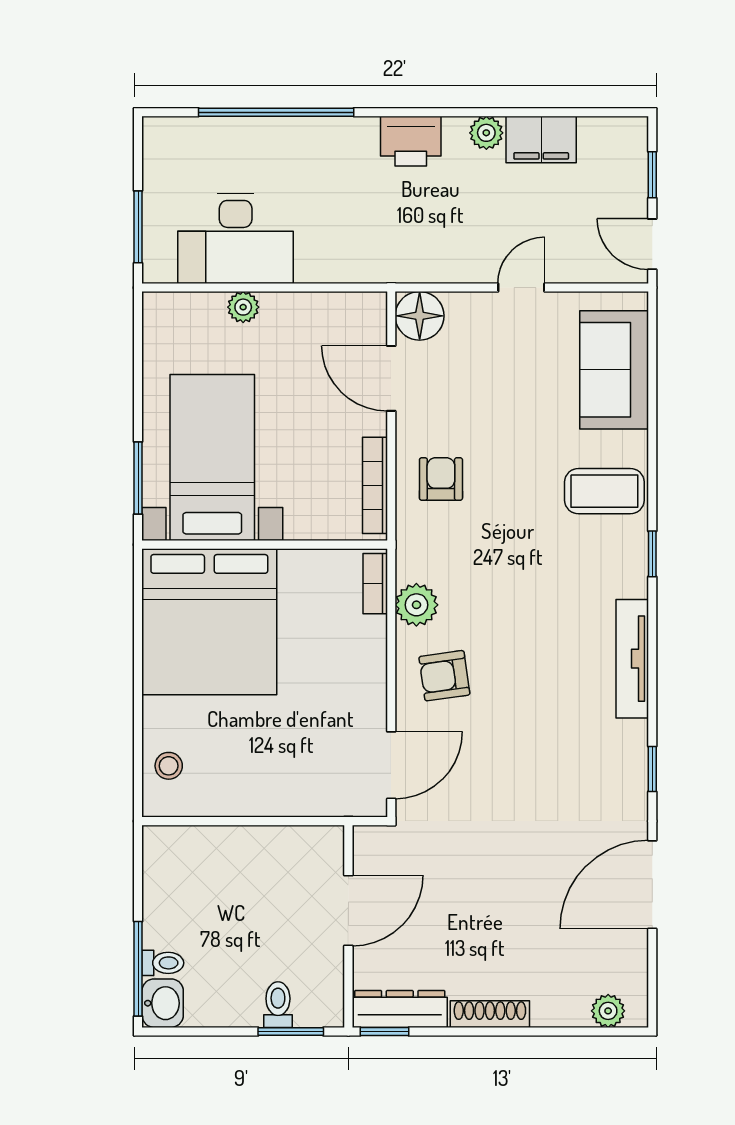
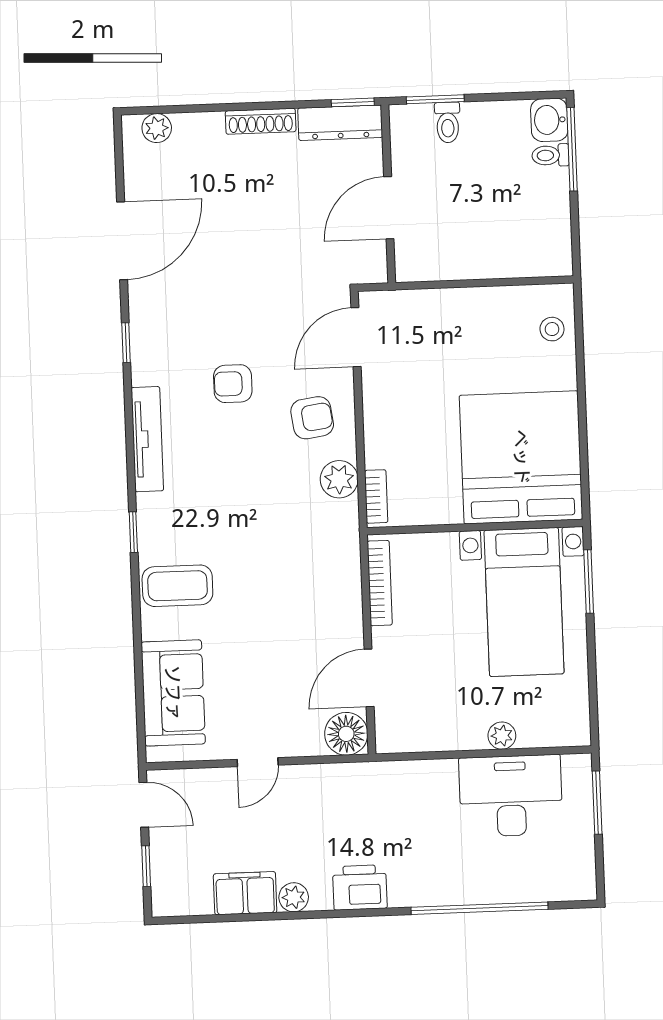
door: (391, 378) -> (369, 678), swing flipped
armchair: (441, 479) -> (233, 384), moved, turned 90

